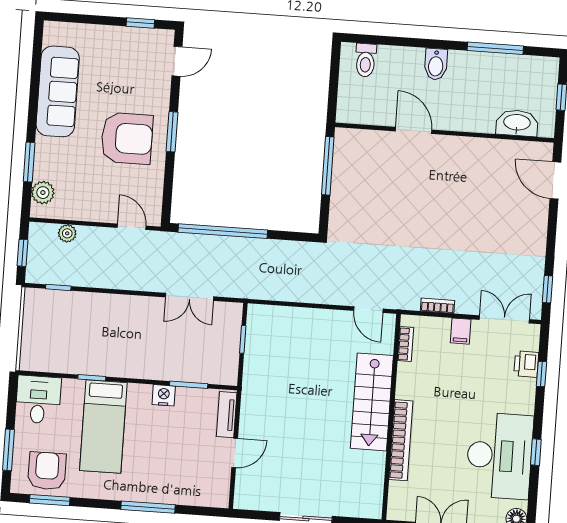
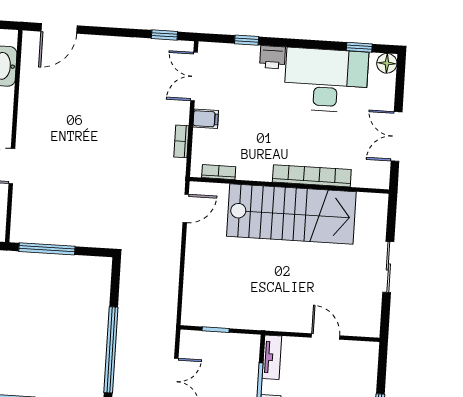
printer: (526, 364) -> (272, 57), moved
stairs: (372, 402) -> (291, 214), width x1.36, depth x1.51
tv unit: (227, 415) -> (272, 357), moved, turned -90
window: (536, 452) -> (359, 47), moved

